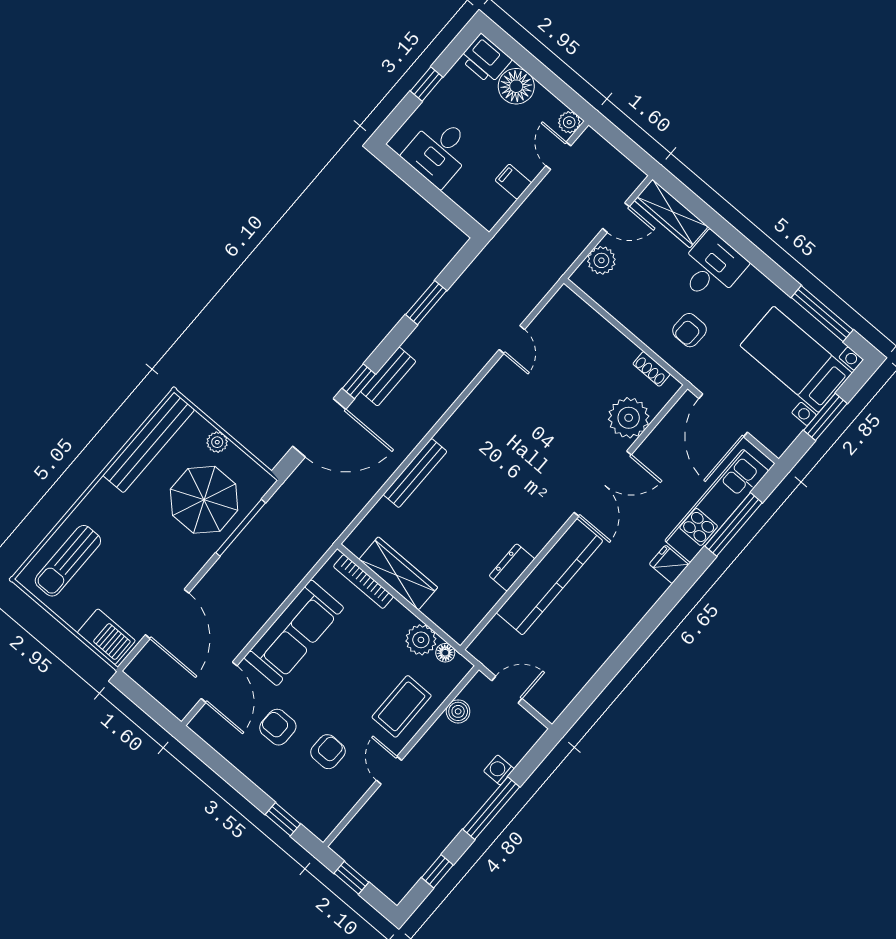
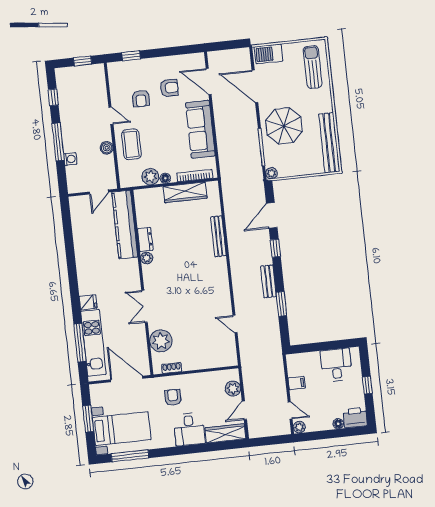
floor lamp: (516, 86) -> (338, 424), width x0.53, depth x0.53
bench: (388, 377) -> (268, 281), moved
door: (319, 428) -> (272, 215), width x0.73
plant: (217, 442) -> (271, 173), moved
double door: (603, 484) -> (144, 306), width x0.73
parasol: (204, 500) -> (284, 126), moved
plant: (535, 542) -> (147, 258), added
kitchen counter: (550, 577) -> (125, 225), moved
floor lamp: (445, 653) -> (165, 178), moved
boiler: (458, 711) -> (107, 148), moved

